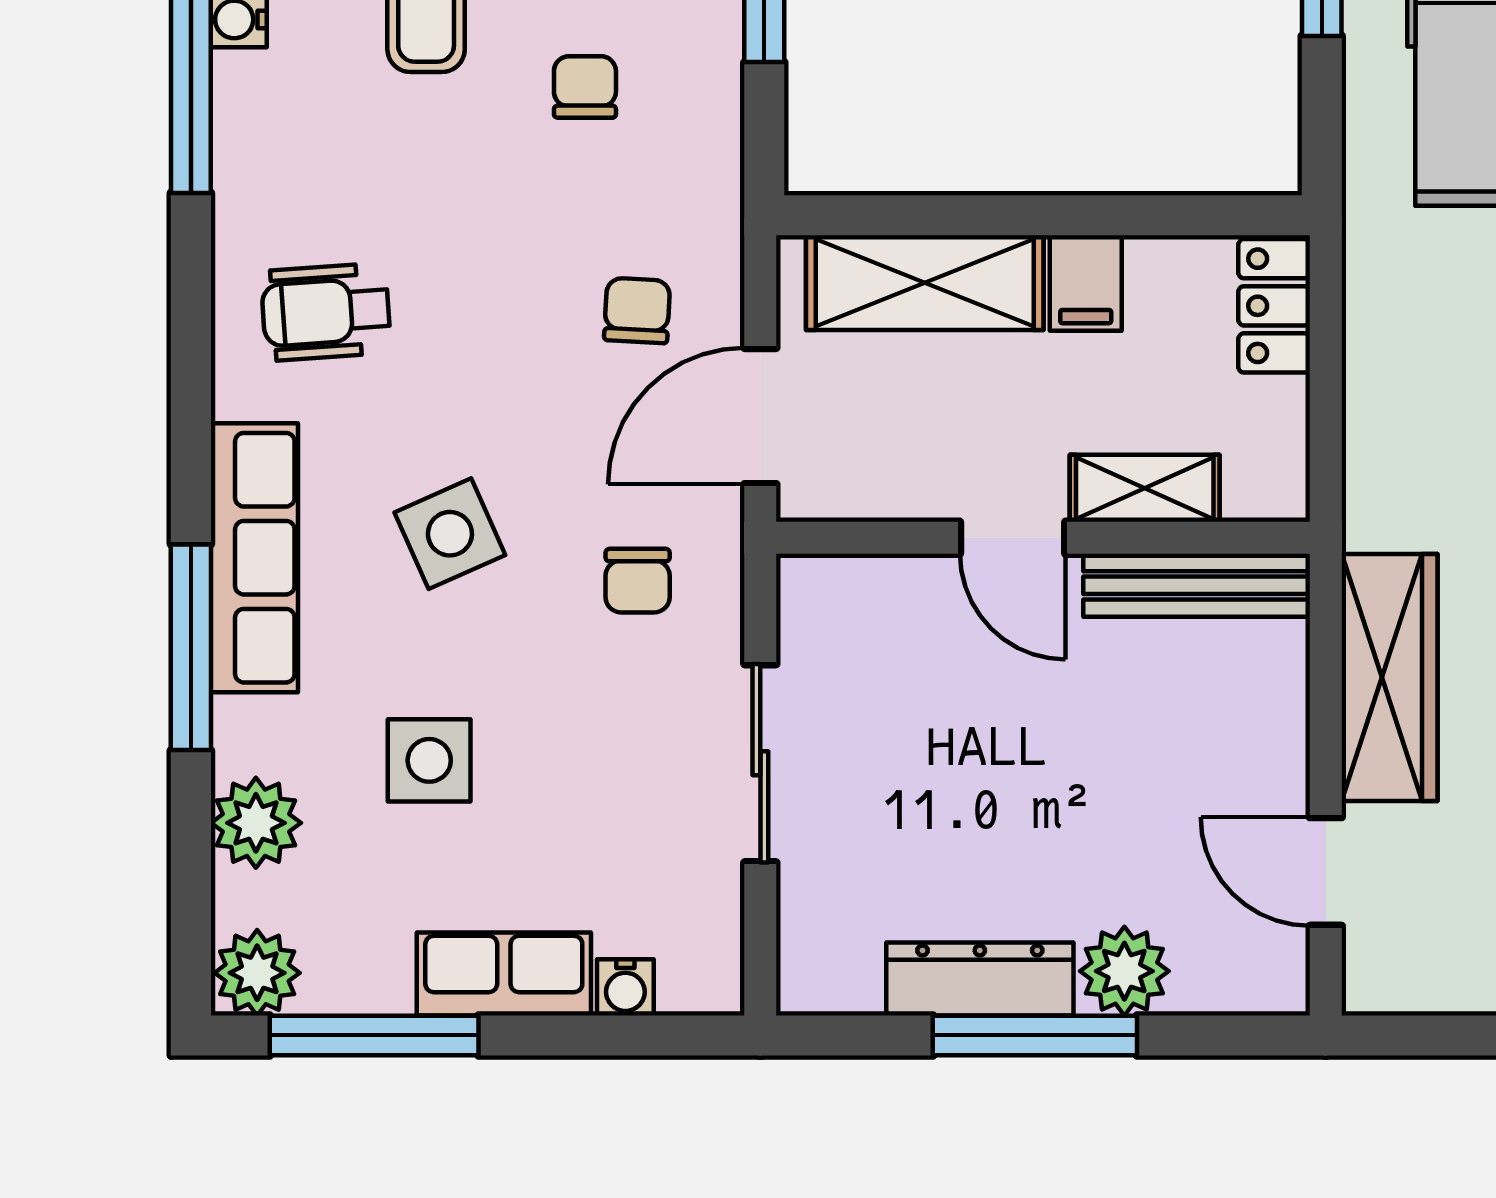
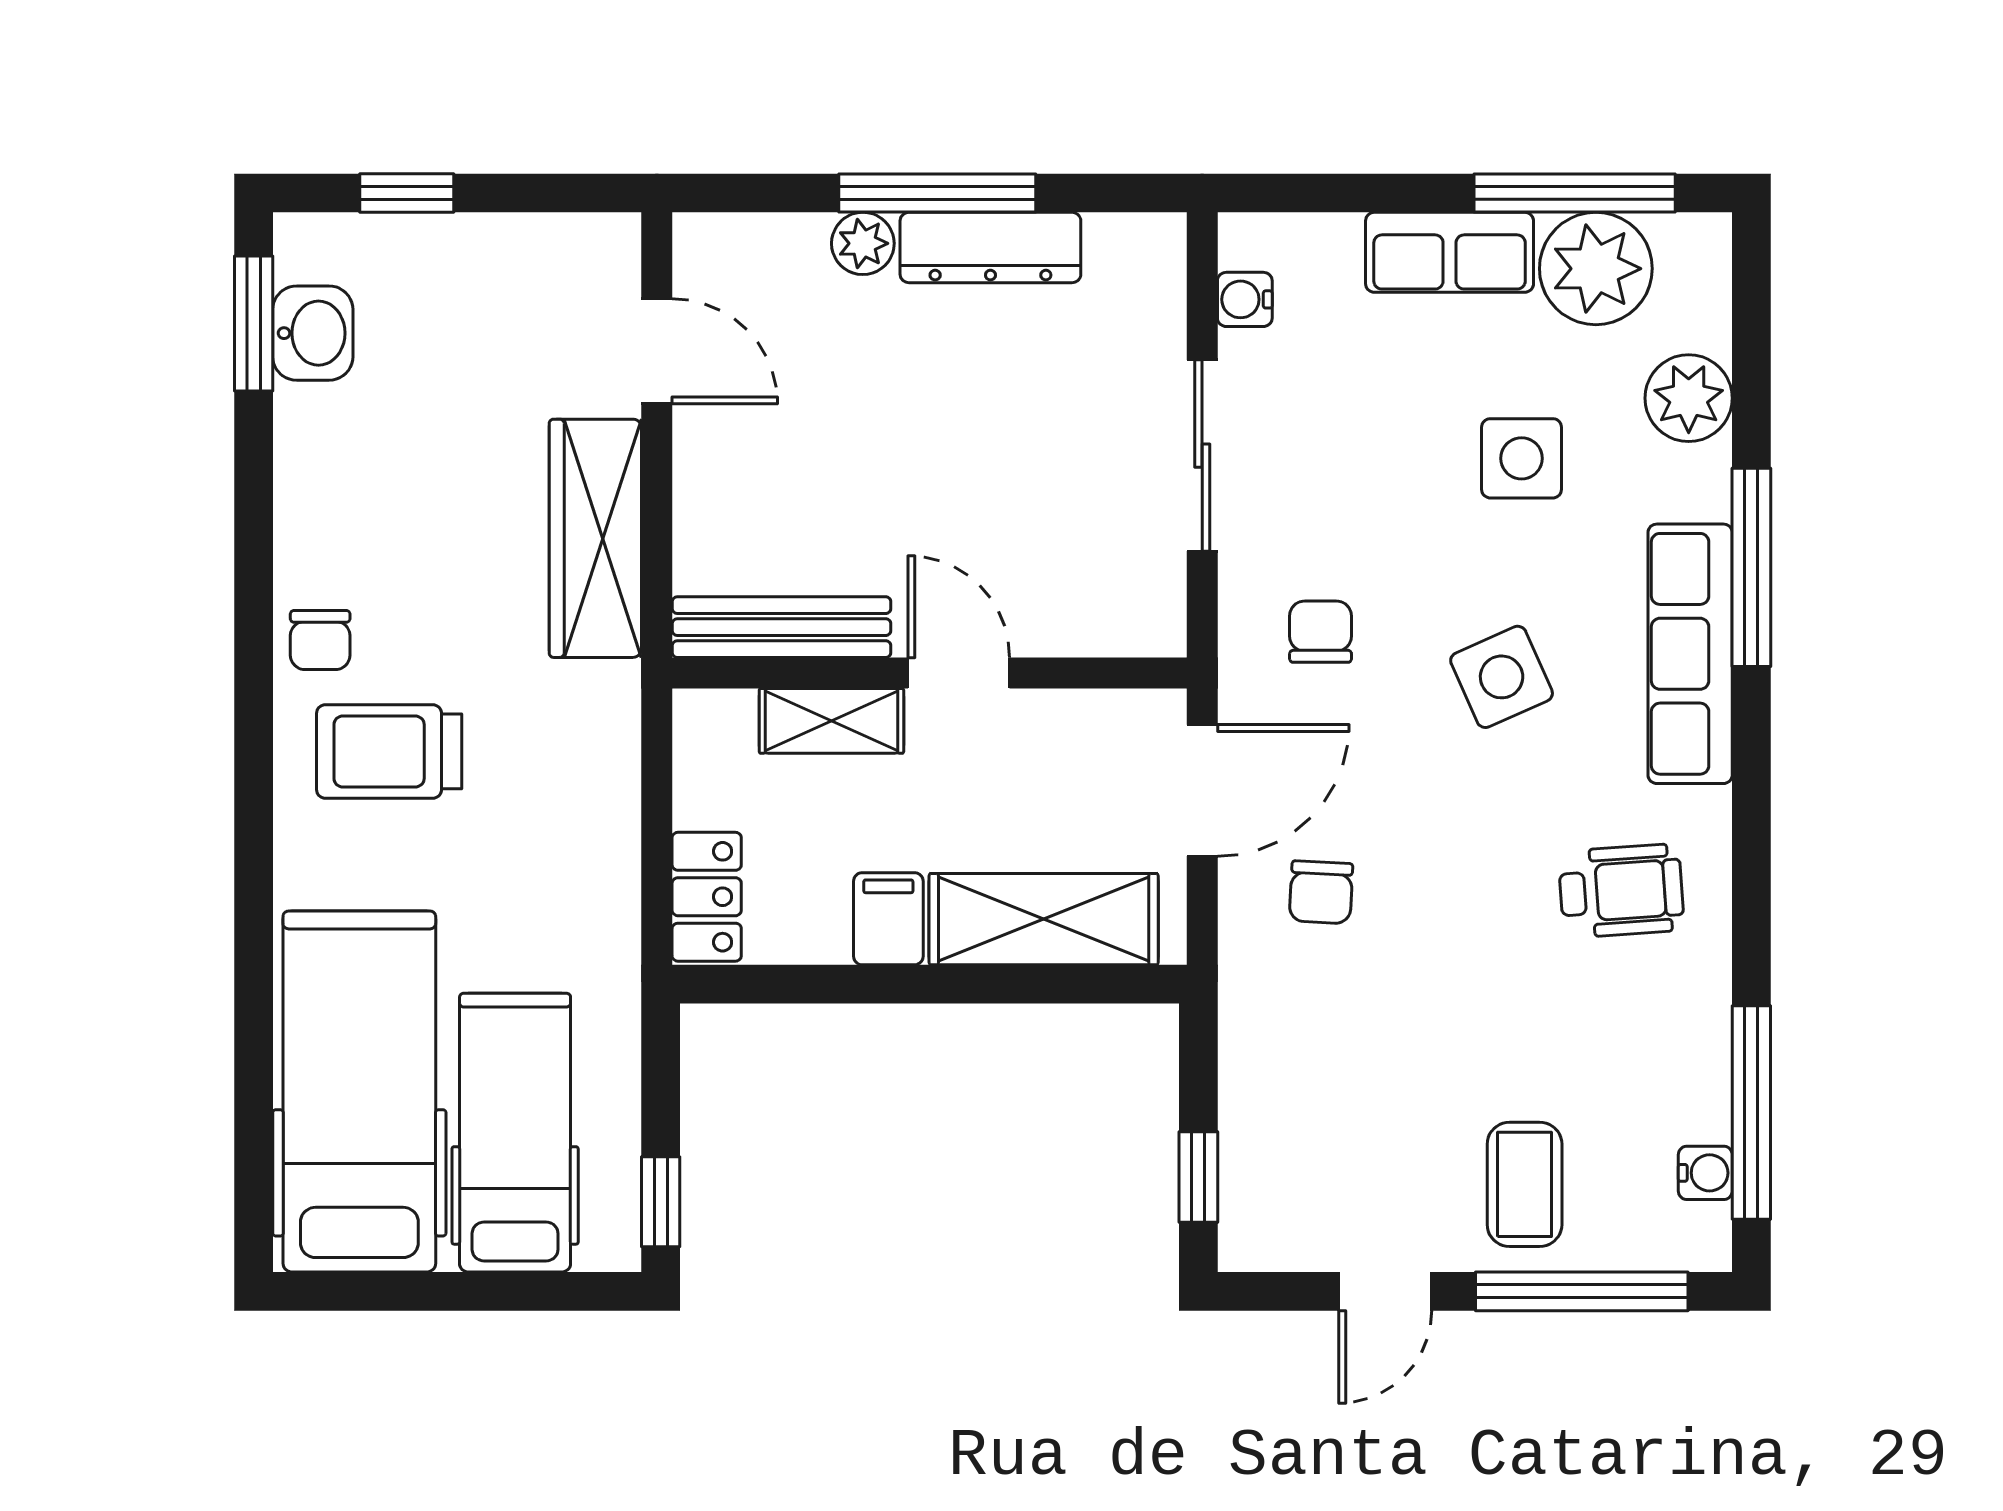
chair: (585, 87) -> (1371, 1108), removed
plant: (1124, 971) -> (863, 243), width x0.73, depth x0.73
plant: (257, 973) -> (1596, 269), moved, width x1.36, depth x1.36
water cooler: (625, 987) -> (1245, 299), moved, turned -90

